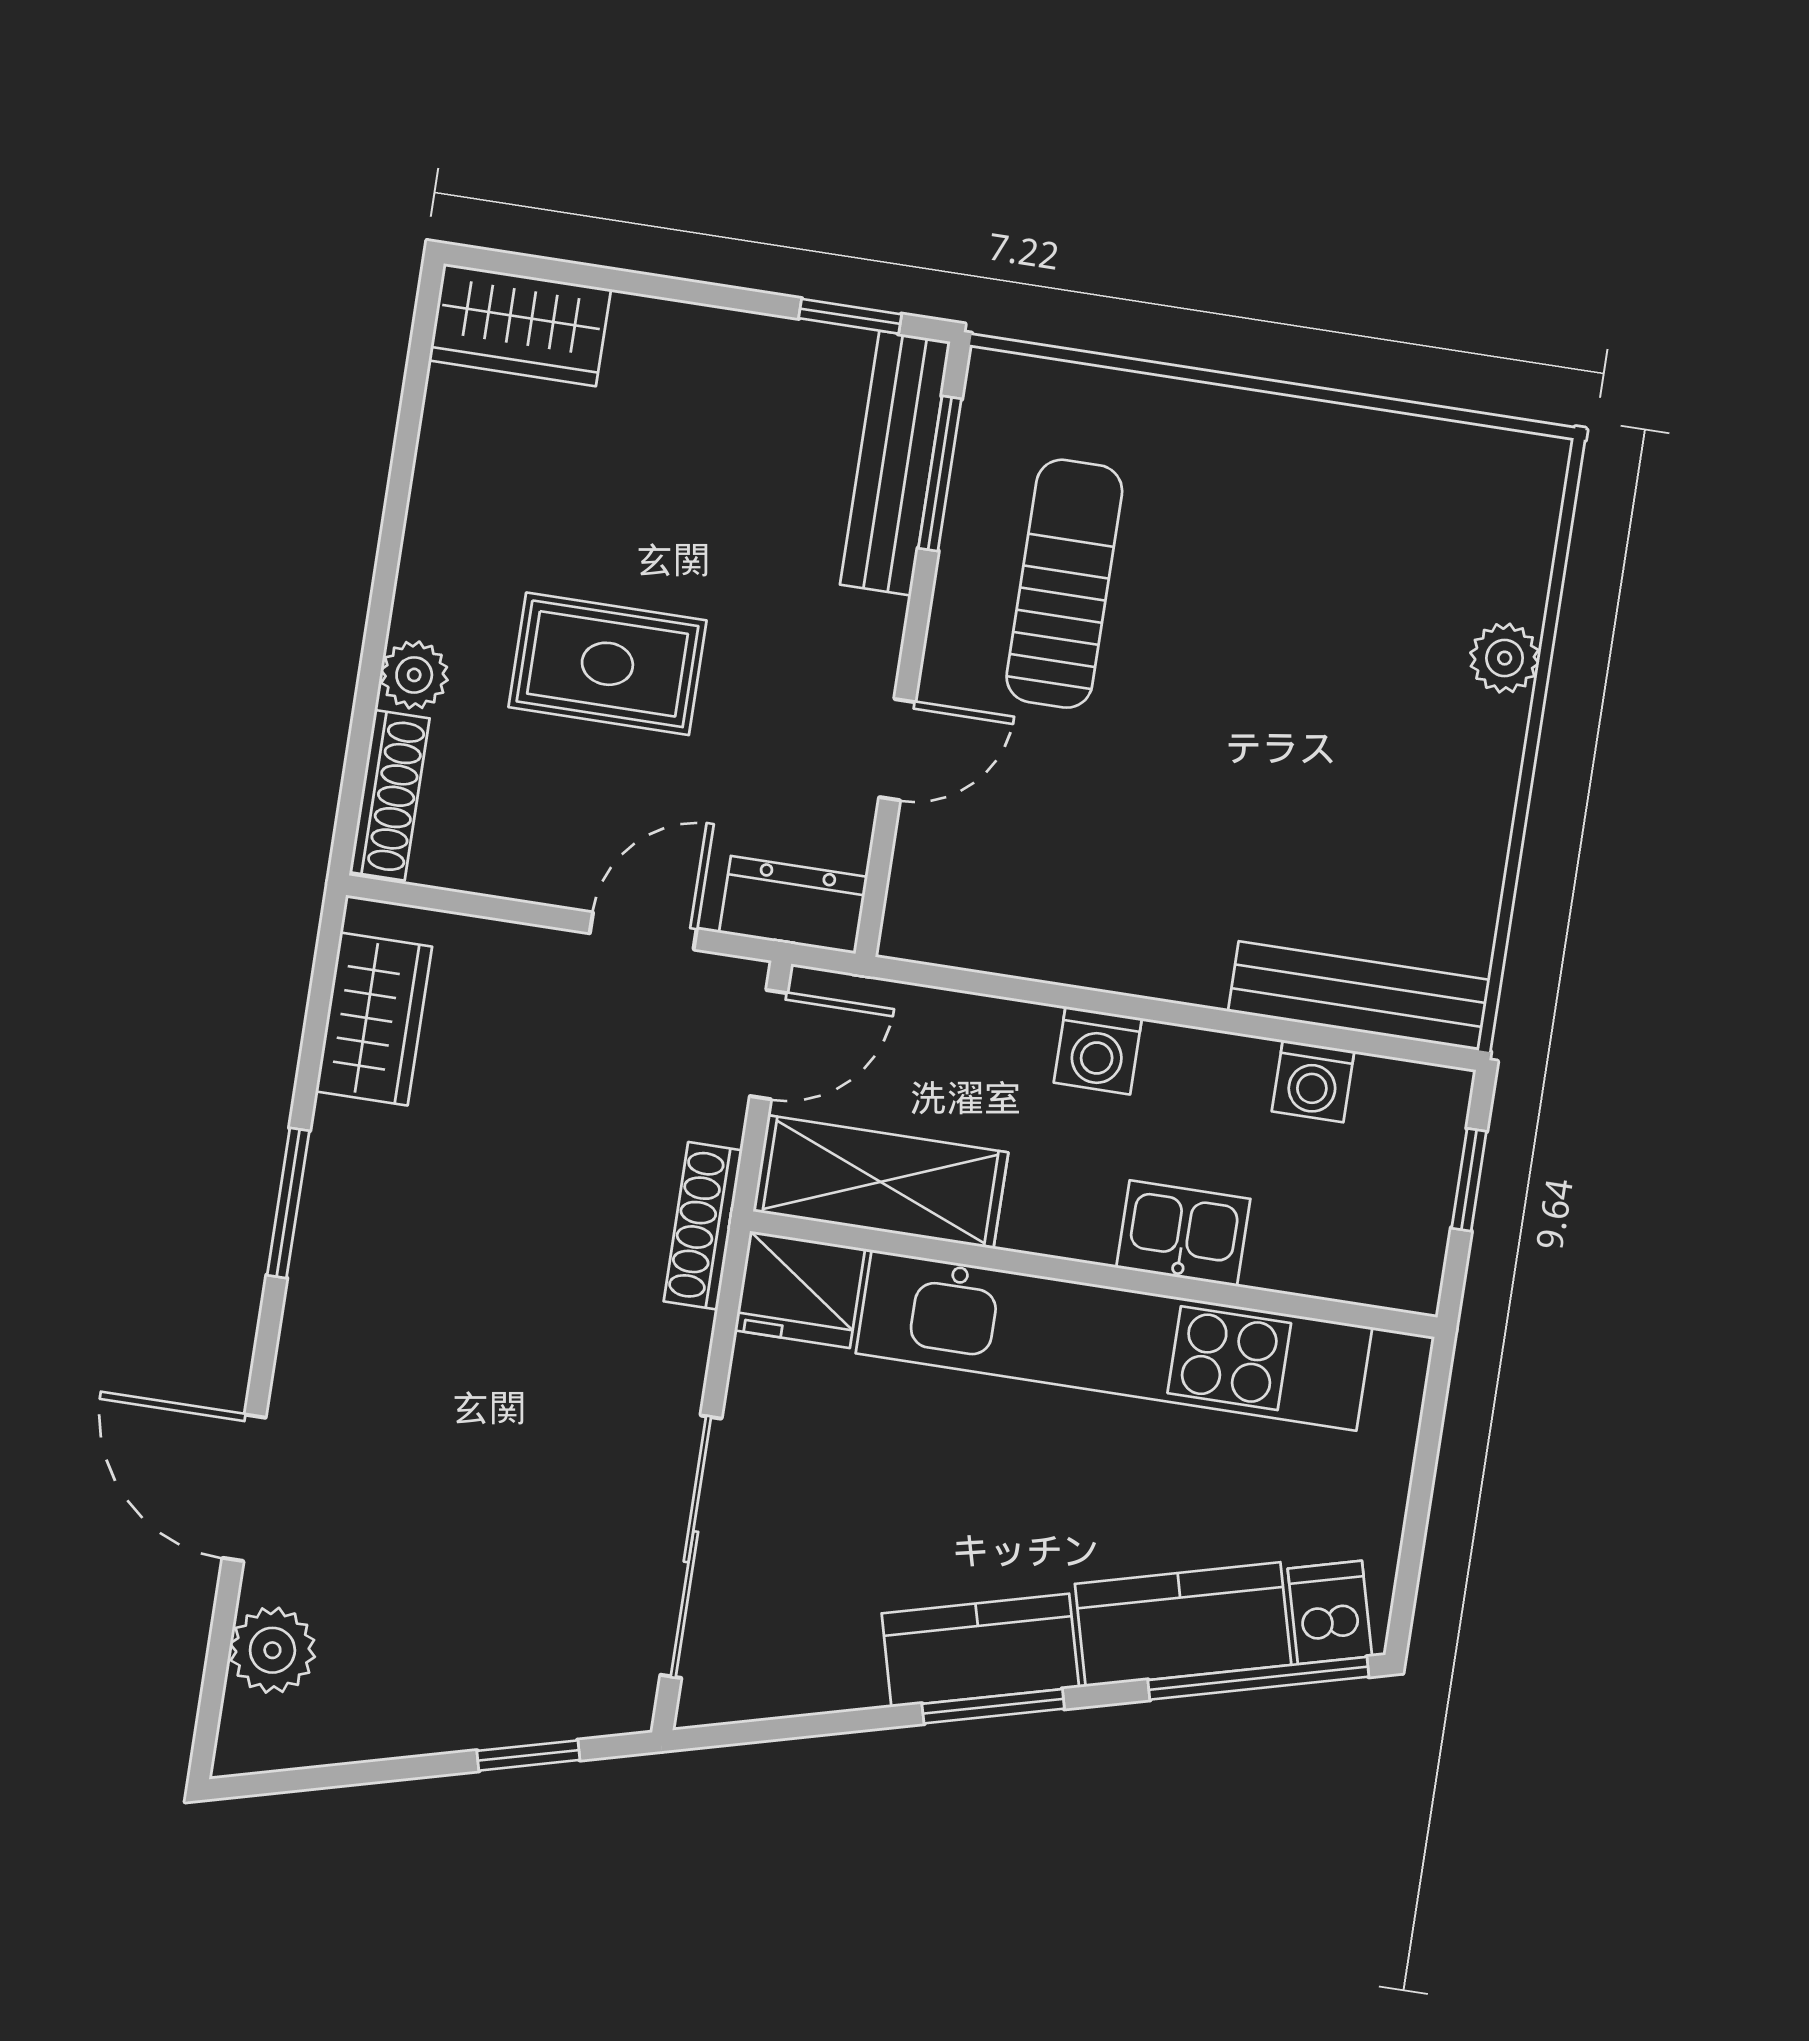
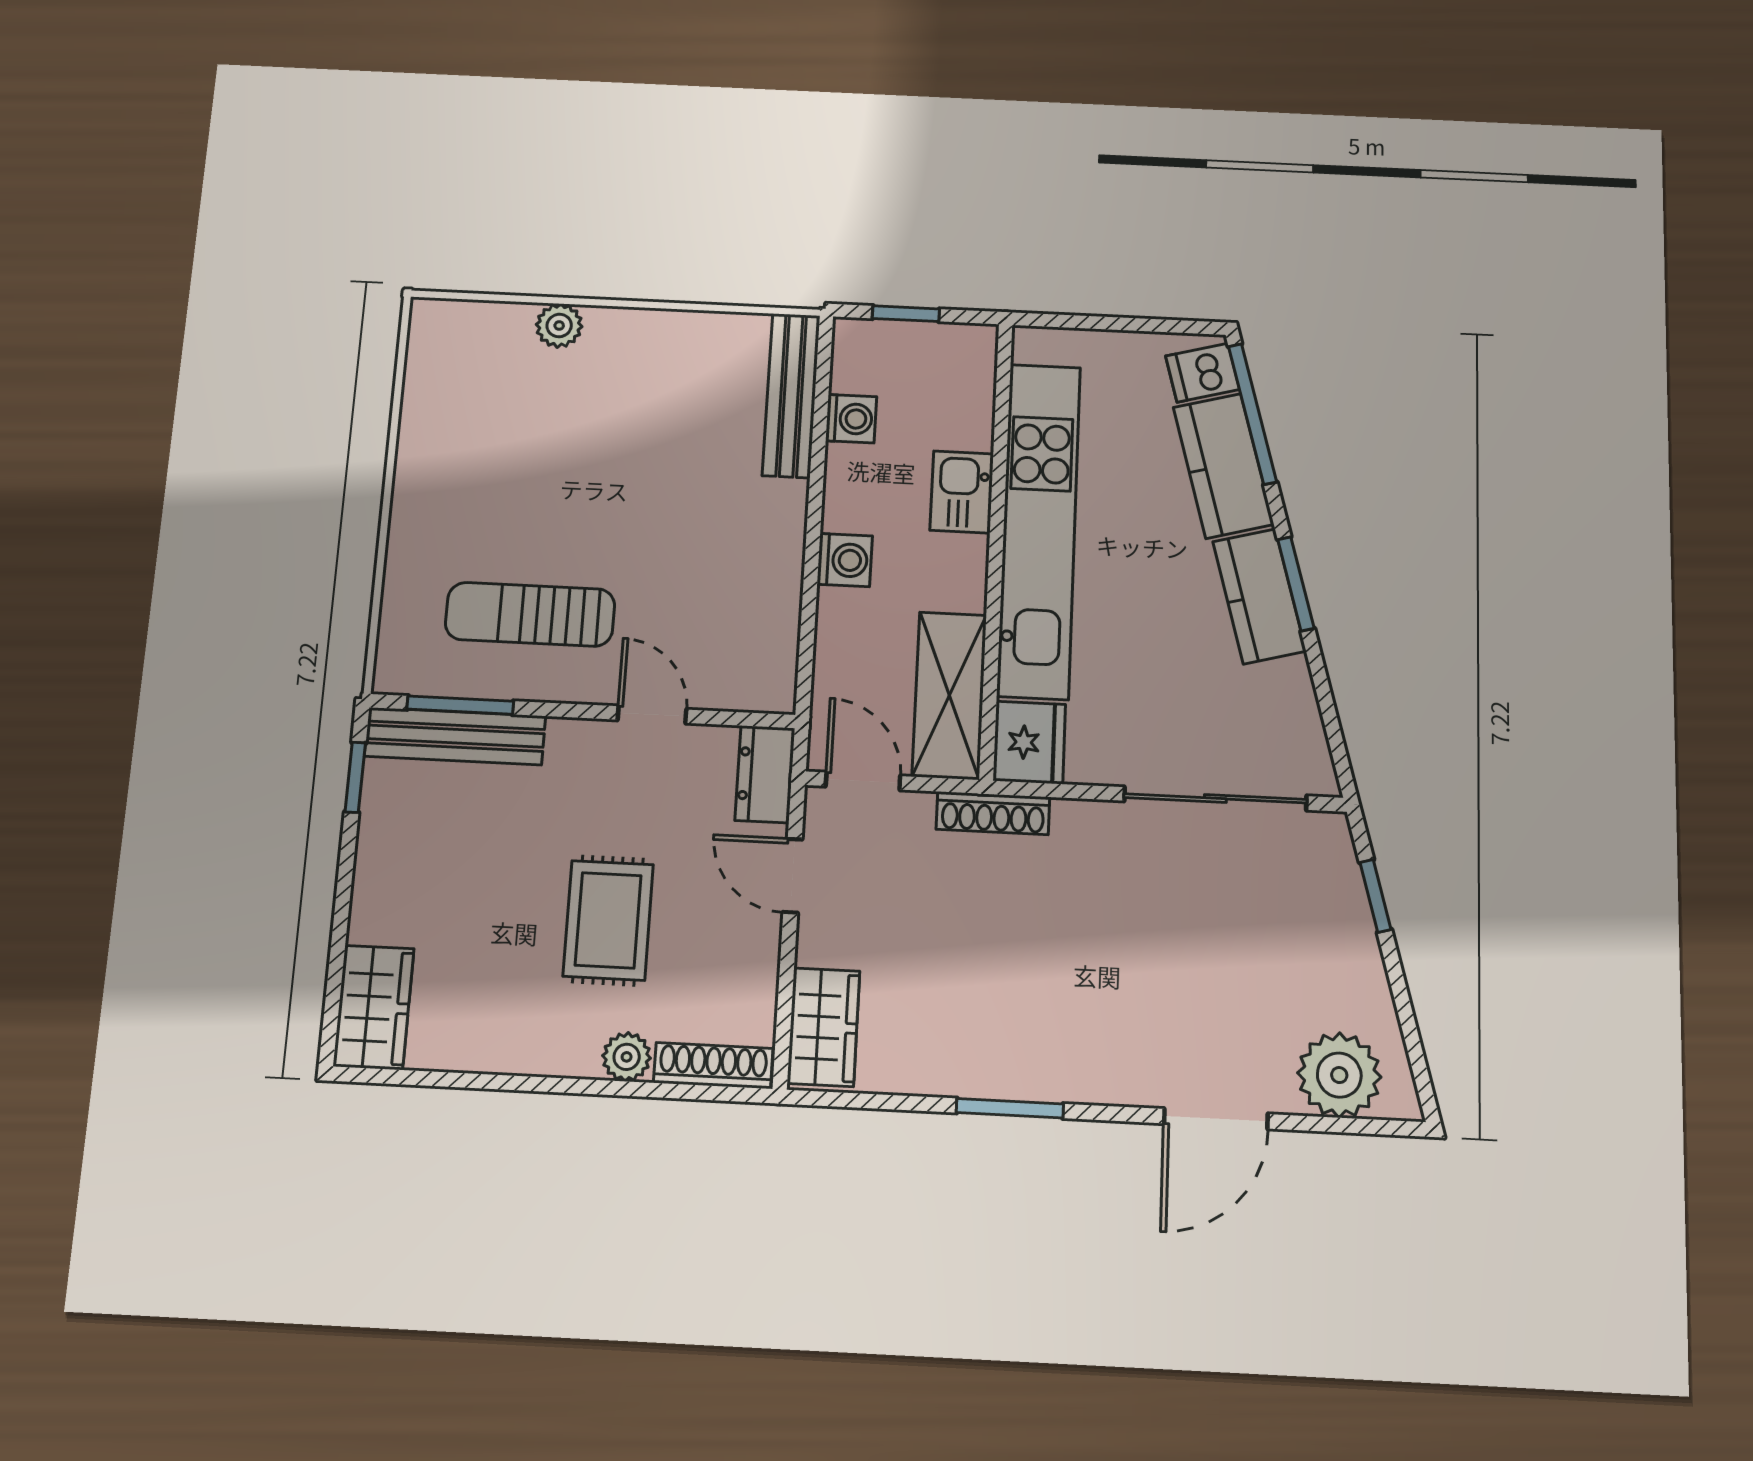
wardrobe: (374, 1019) -> (824, 1027), moved, turned 90
plant: (272, 1650) -> (1339, 1075), width x1.36, depth x1.36

